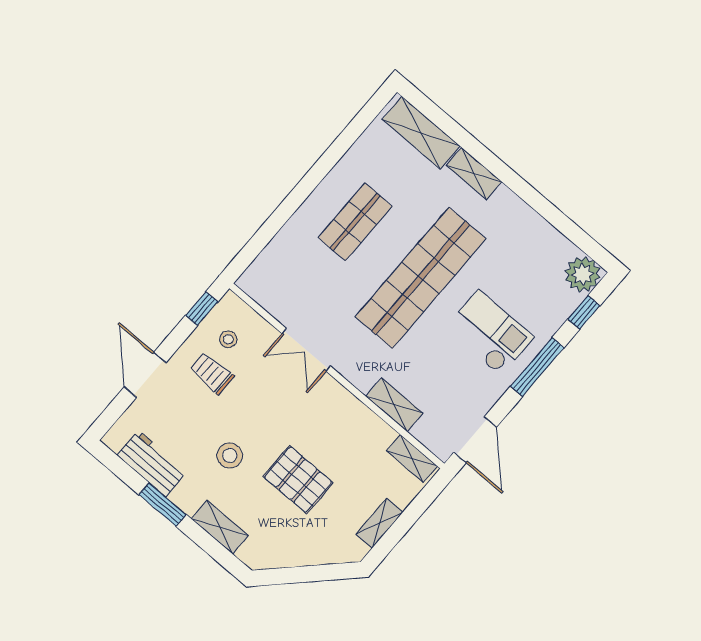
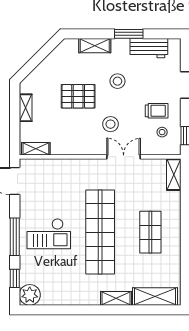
shelving: (394, 405) -> (174, 175), moved, turned 90
stool: (287, 407) -> (111, 124), added

